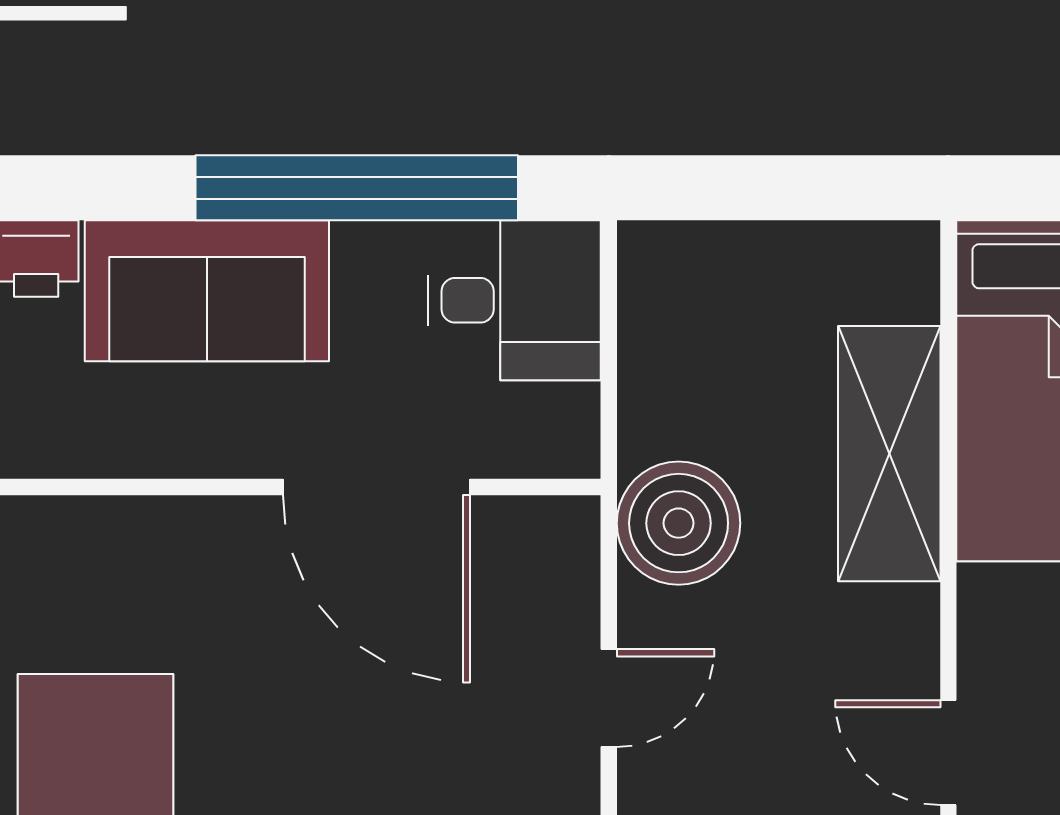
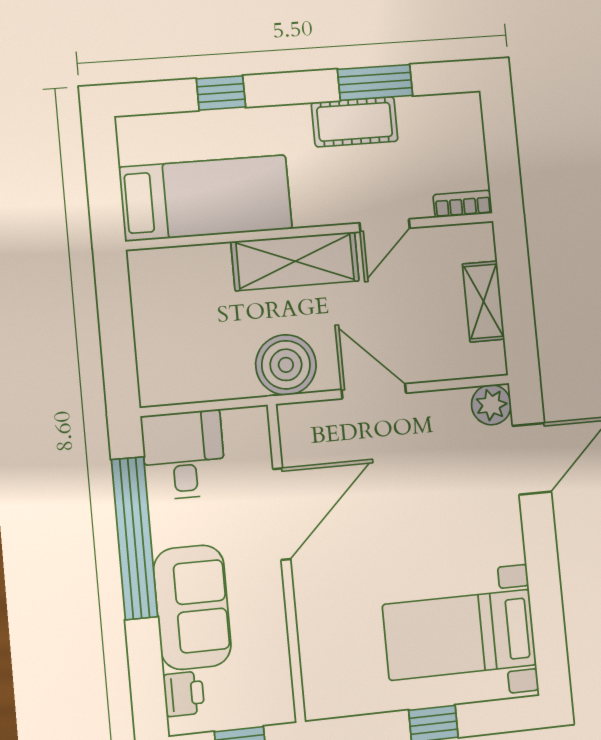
shelving: (889, 454) -> (295, 261), moved
door: (609, 698) -> (374, 391), width x1.38

